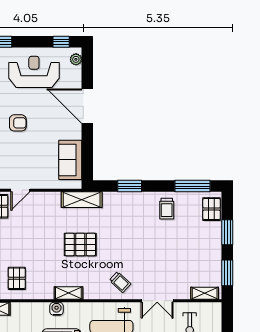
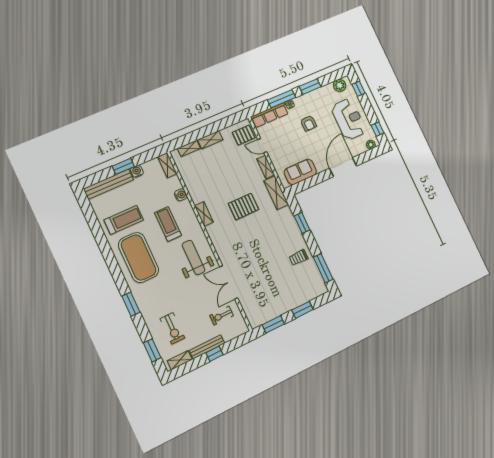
pallet: (212, 209) -> (314, 290), removed
pallet: (80, 244) -> (244, 206), turned 90
pallet: (17, 278) -> (197, 171), removed
trolley: (120, 282) -> (230, 248), removed
shelving: (205, 293) -> (266, 167), moved
double door: (157, 301) -> (229, 282), width x1.37
water cooler: (57, 309) -> (181, 195), moved

